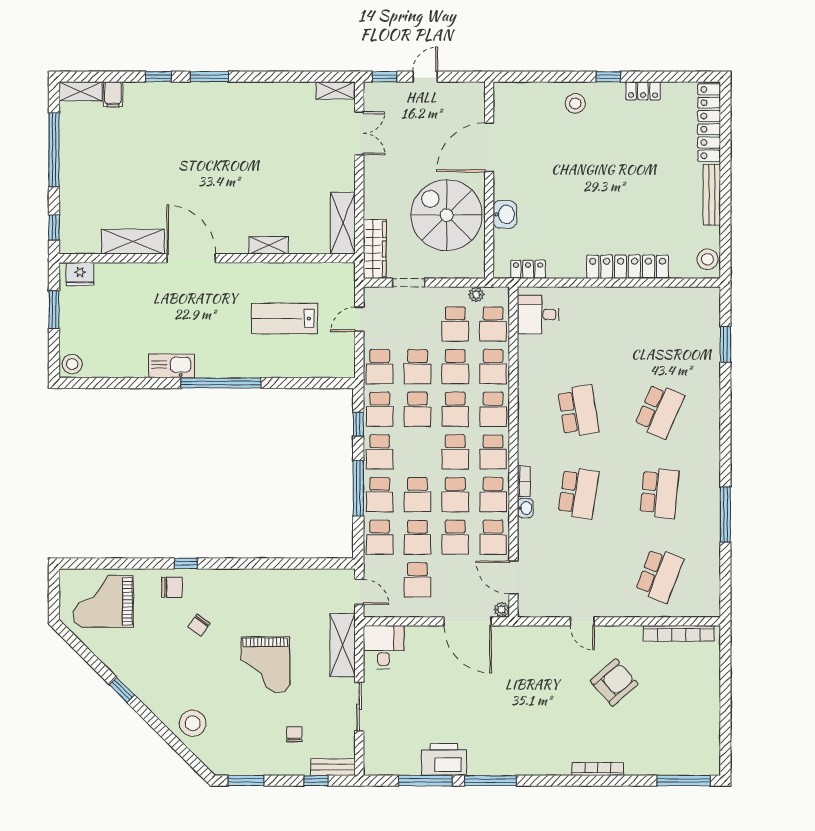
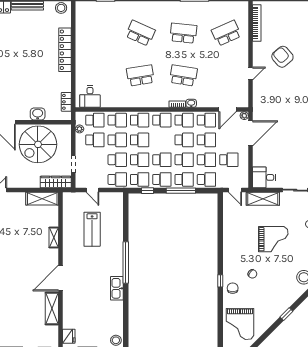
school desk: (455, 452) -> (162, 160), moved
school desk: (659, 575) -> (226, 33), turned -45
door: (359, 592) -> (235, 190), swing flipped

